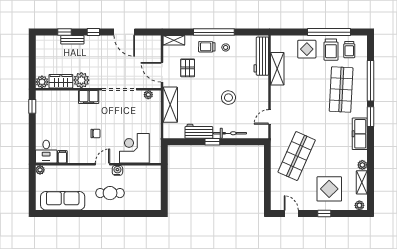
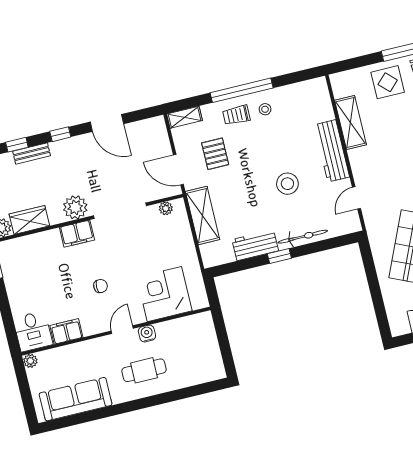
workbench: (261, 56) -> (332, 151), moved
plant: (81, 80) -> (75, 207), moved
filing cabinet: (62, 157) -> (66, 331), width x2.00

